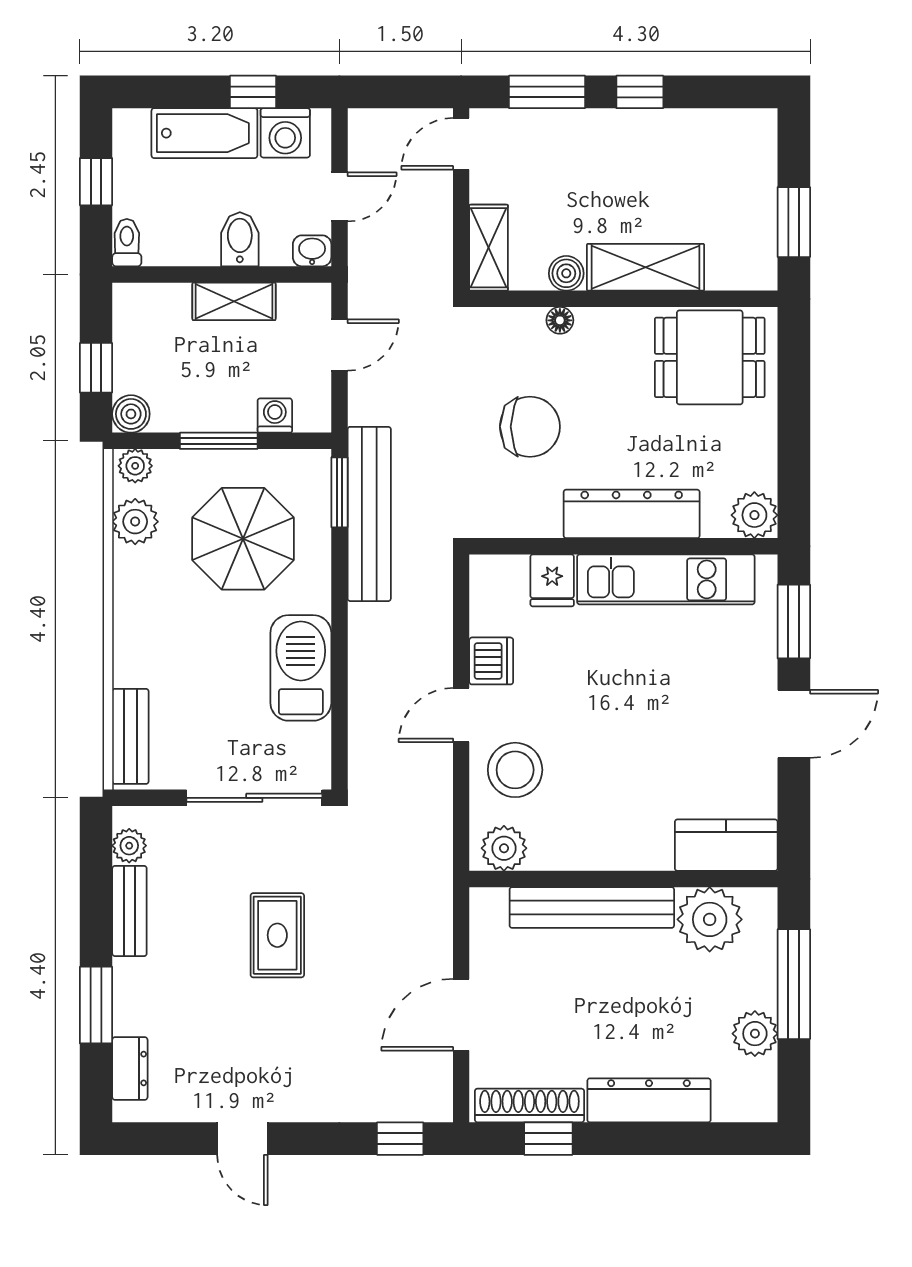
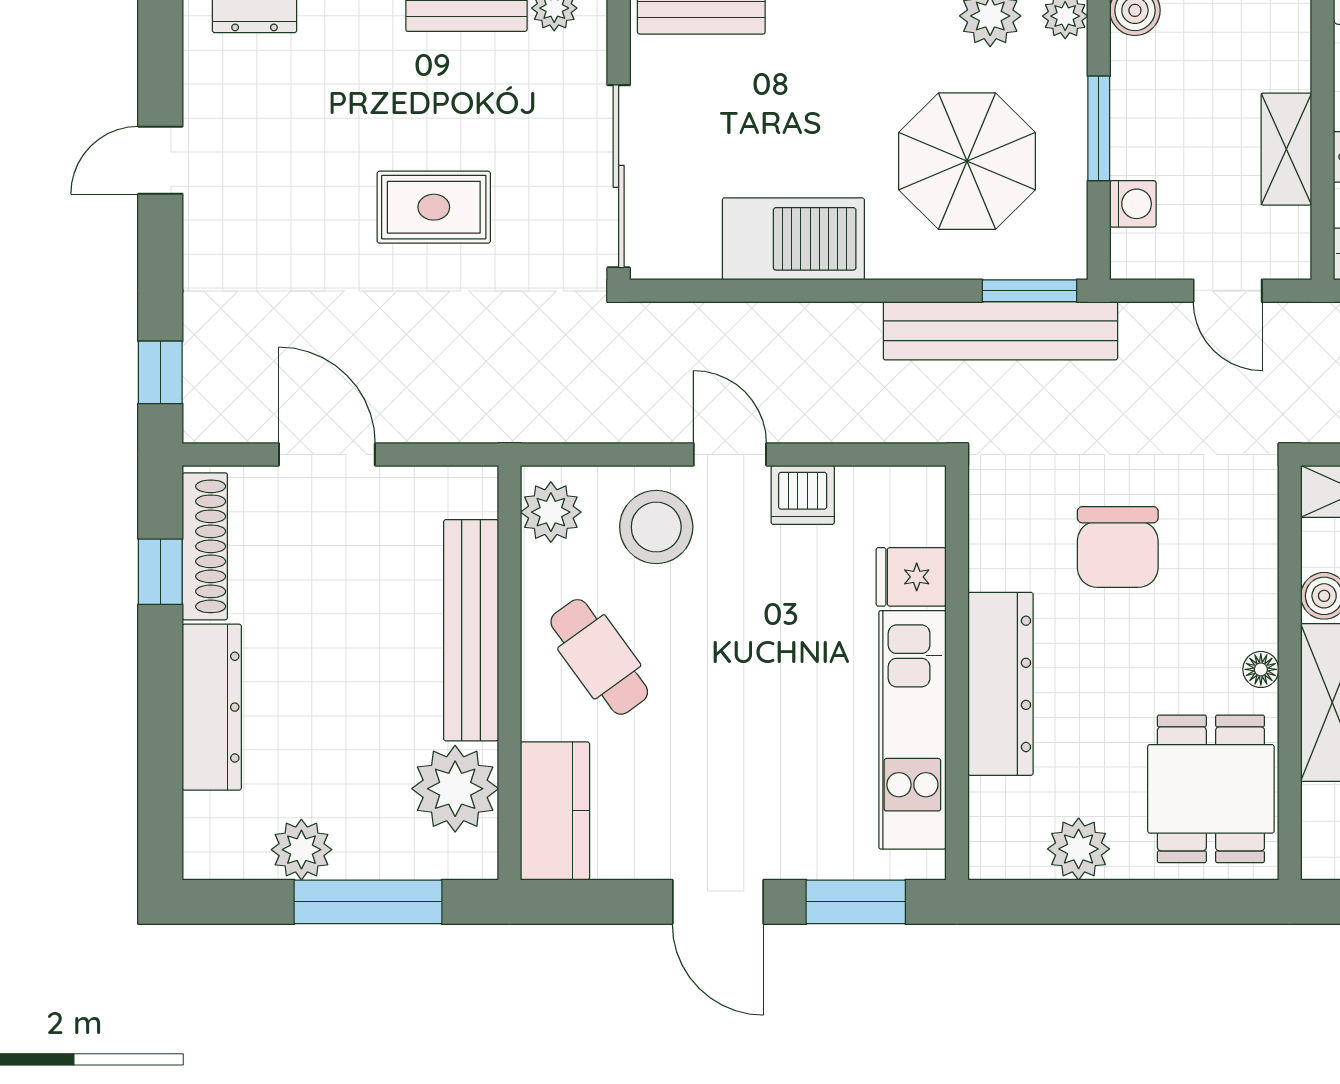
floor lamp: (560, 320) -> (1261, 669), moved
plant: (754, 515) -> (1079, 849), moved
cafe table: (612, 812) -> (599, 657), added

